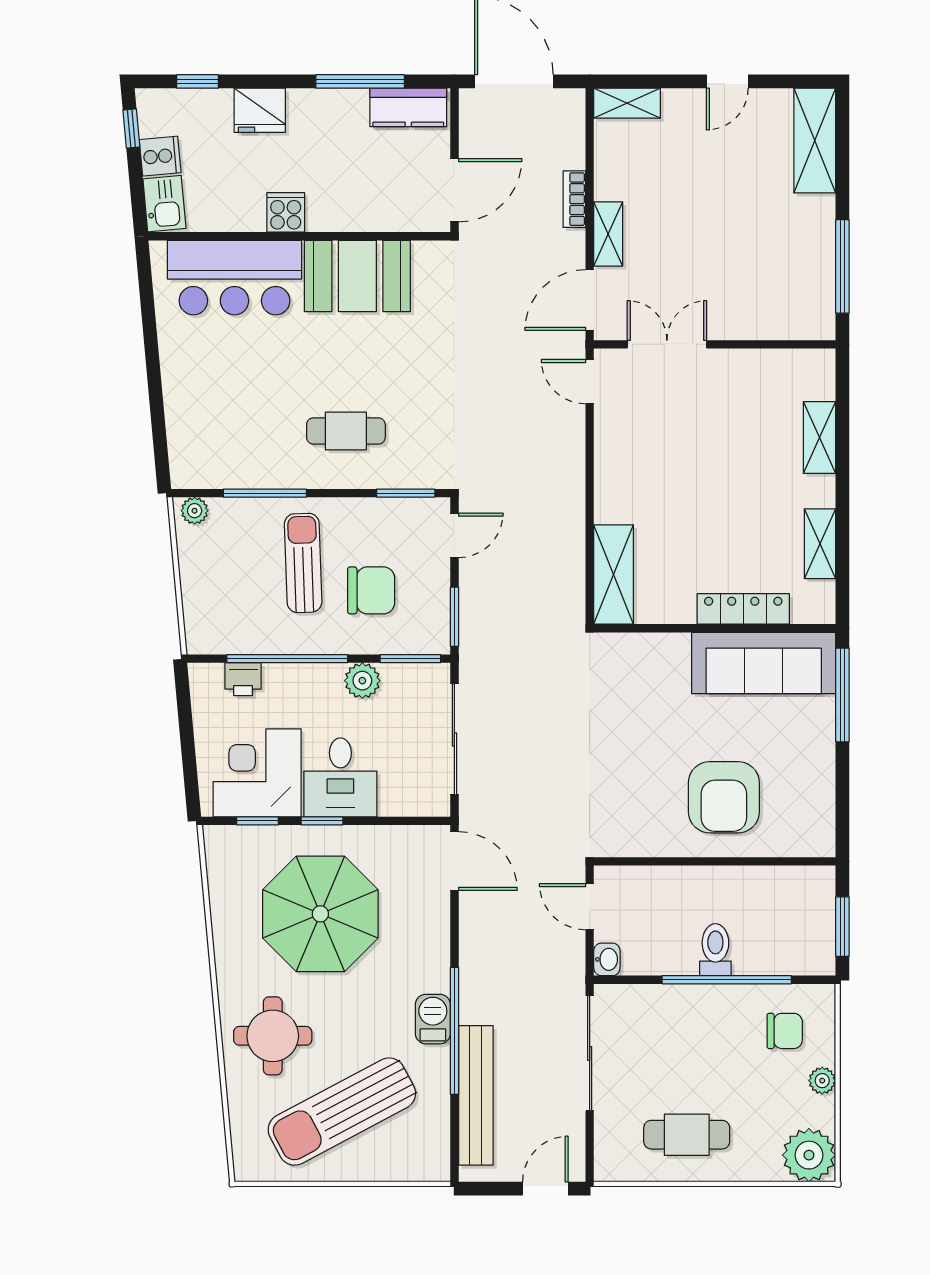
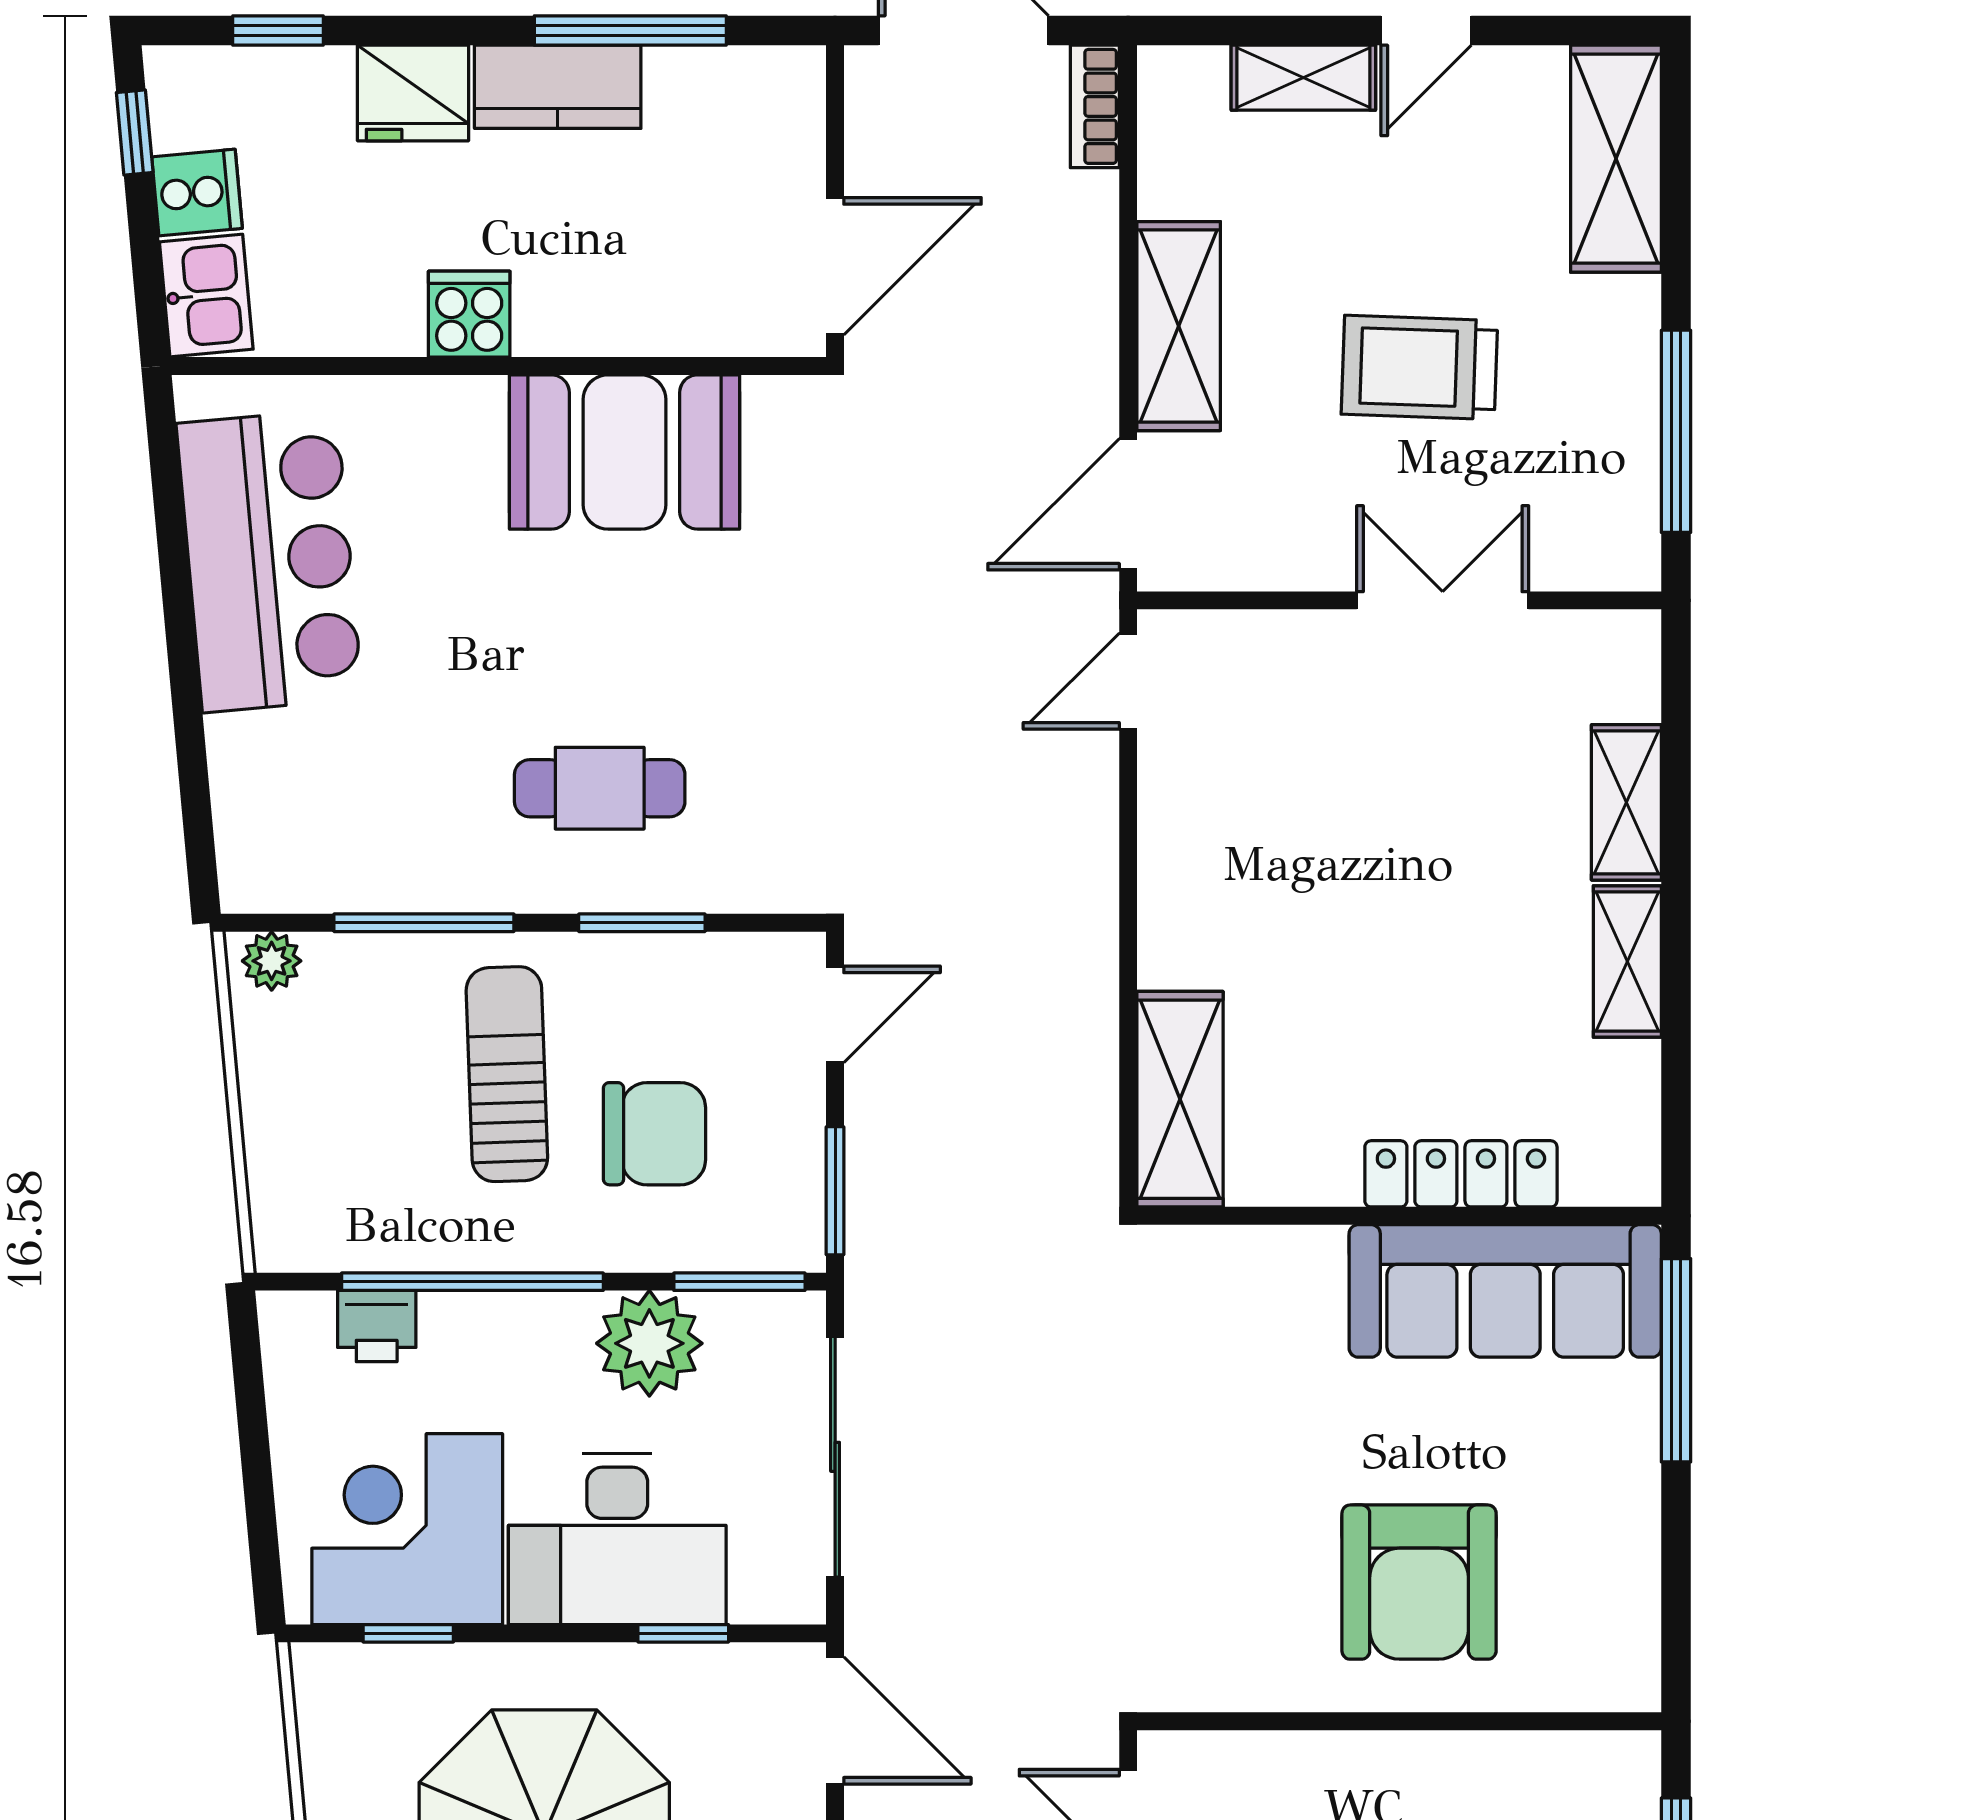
shelving: (627, 103) -> (1303, 78), moved
kitchen counter: (408, 107) -> (558, 87), moved
bookcase: (574, 199) -> (1095, 106), moved
shelving: (608, 234) -> (1179, 326), width x1.50, depth x1.33
trolley: (724, 237) -> (1419, 367), added
bar counter: (234, 278) -> (270, 561), moved, turned -95
double door: (667, 344) -> (1443, 600), moved
door: (590, 382) -> (1128, 681), hinge flipped
window: (406, 493) -> (642, 923), moved
shelving: (820, 544) -> (1627, 961), moved
plant: (362, 681) -> (649, 1343), width x1.36, depth x1.36
desk: (340, 777) -> (617, 1539), width x1.37
window: (322, 821) -> (683, 1633), moved

